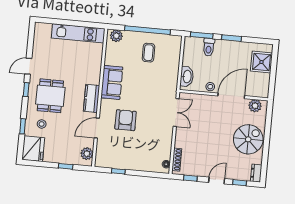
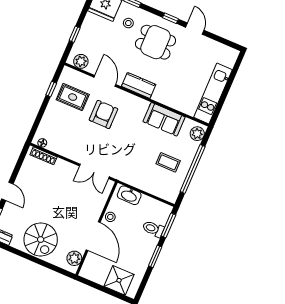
sofa: (112, 82) -> (164, 119), moved
armchair: (126, 120) -> (103, 114), turned -90
rug: (119, 151) -> (73, 97), added
window: (190, 178) -> (19, 164), removed

